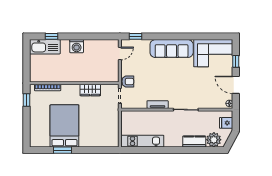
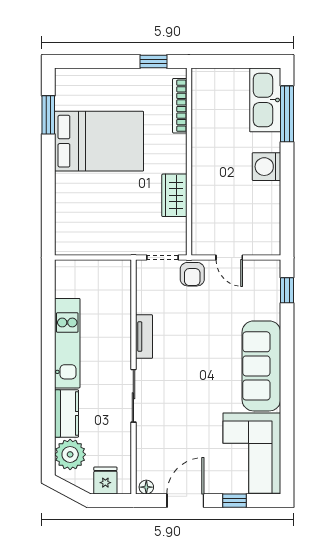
window: (51, 36) -> (287, 114), width x2.17
door: (120, 53) -> (229, 258), moved
kitchen unit: (142, 141) -> (67, 343), moved
window: (63, 150) -> (48, 115), moved

